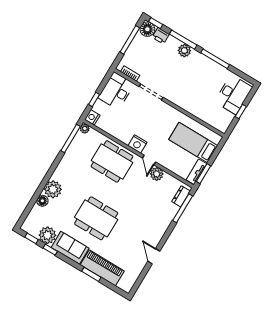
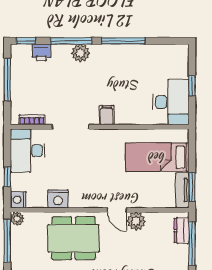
floor lamp: (147, 29) -> (21, 54), removed
desk: (233, 95) -> (171, 102), moved
filing cabinet: (178, 98) -> (107, 115), added
nightstand: (138, 144) -> (58, 199), moved

